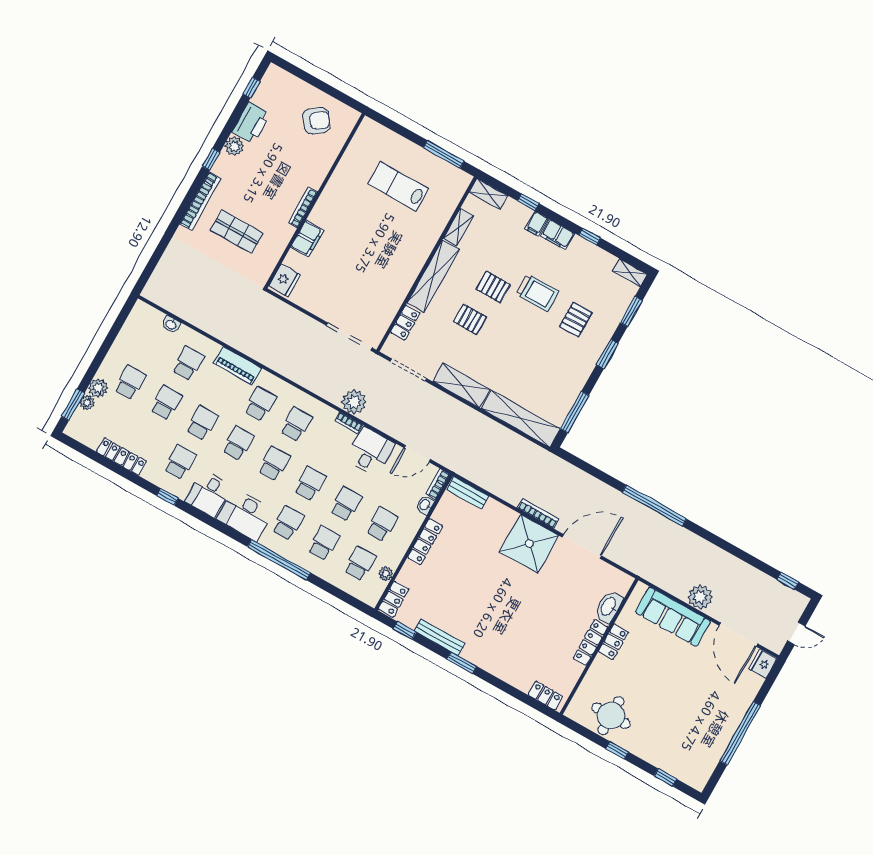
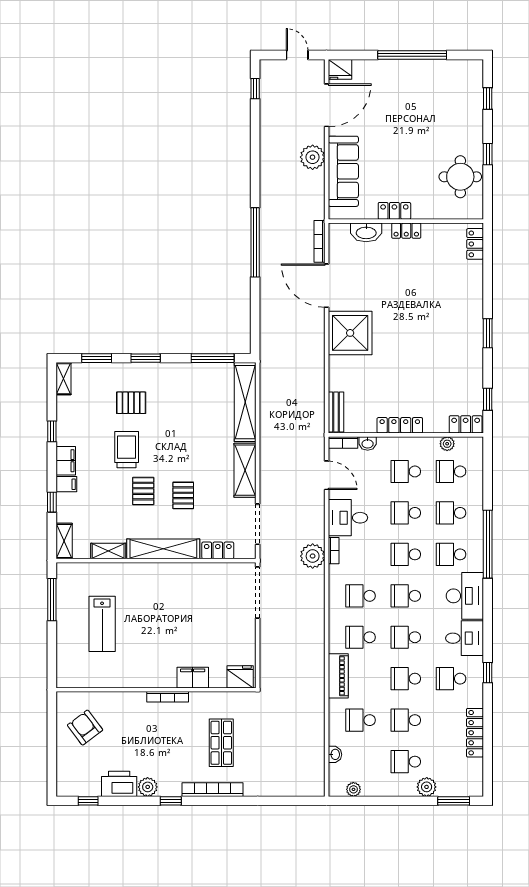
plant: (87, 403) -> (353, 789), moved
bookcase: (538, 514) -> (319, 241), moved
bench: (440, 637) -> (476, 365), removed
locker: (591, 642) -> (406, 231), width x0.66

